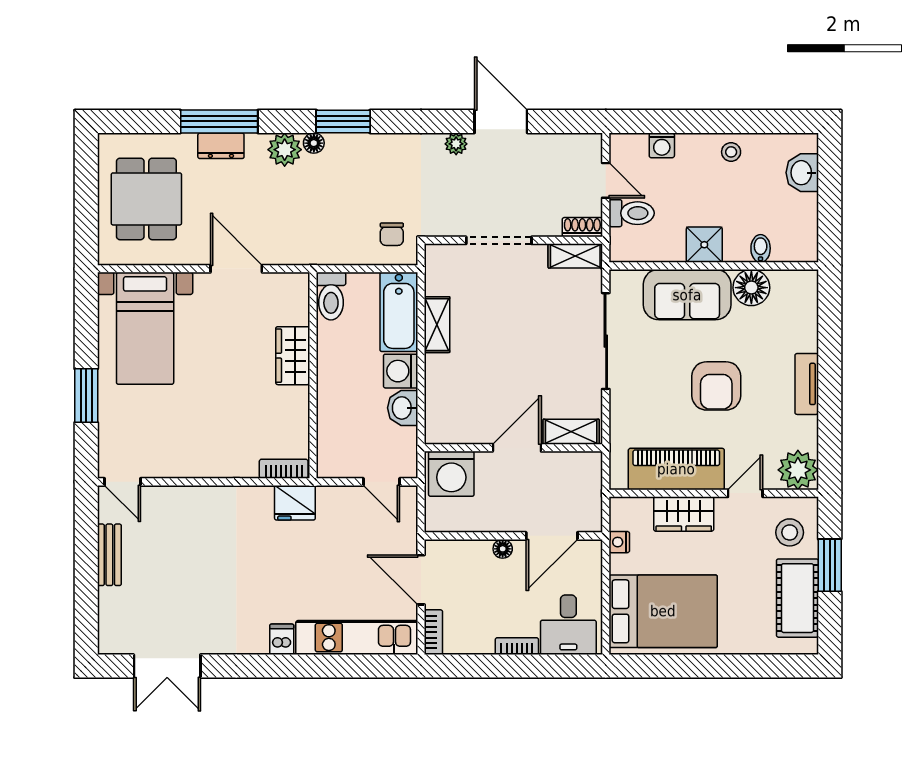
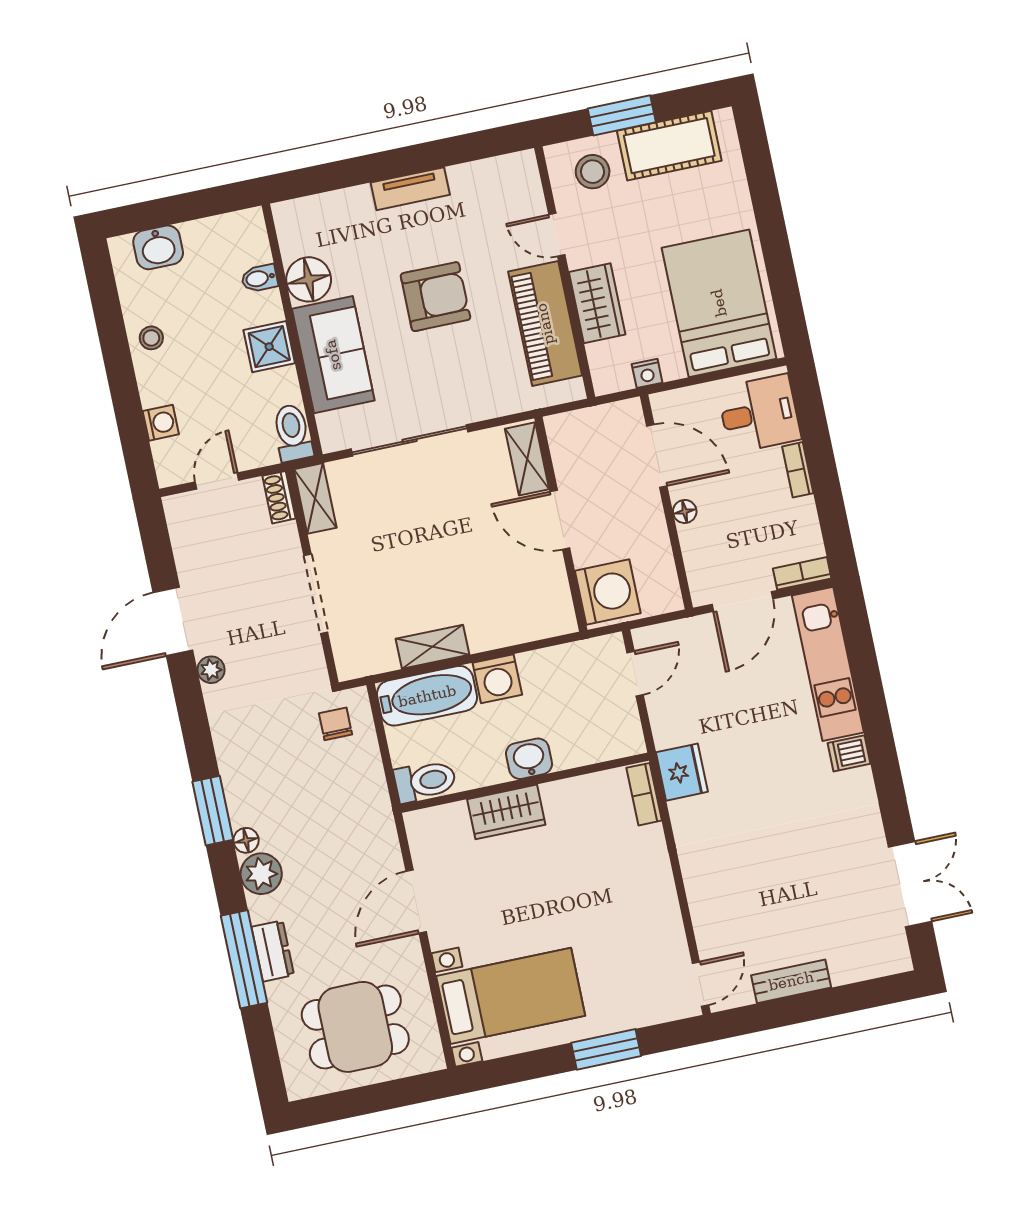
toilet: (632, 213) -> (293, 433), moved
chair: (392, 234) -> (335, 724), turned -90
washbasin: (403, 408) -> (529, 759), moved, turned 180
plant: (798, 470) -> (516, 177), removed

